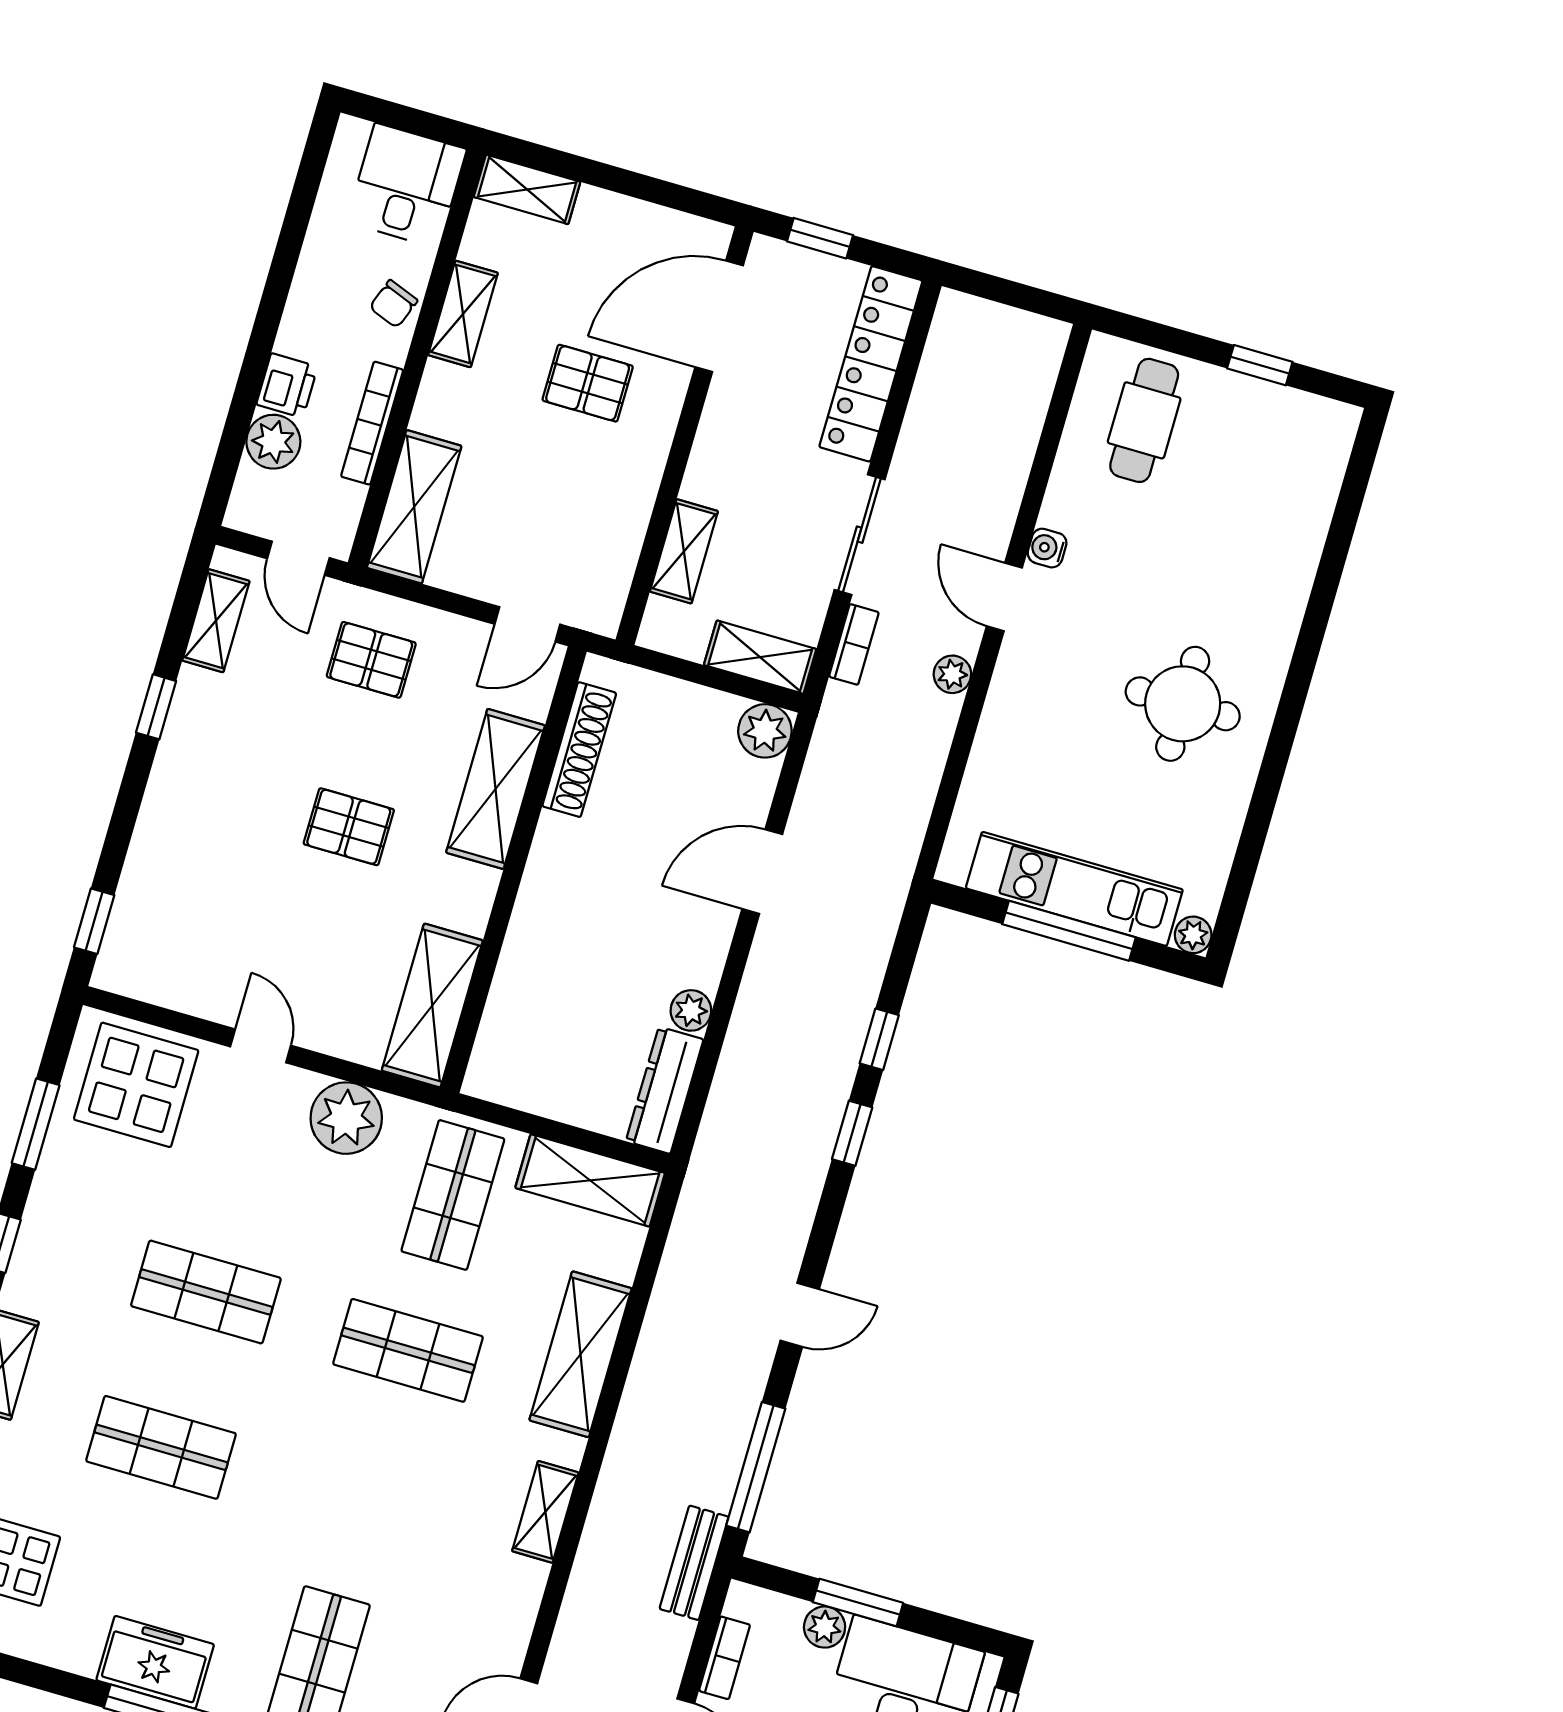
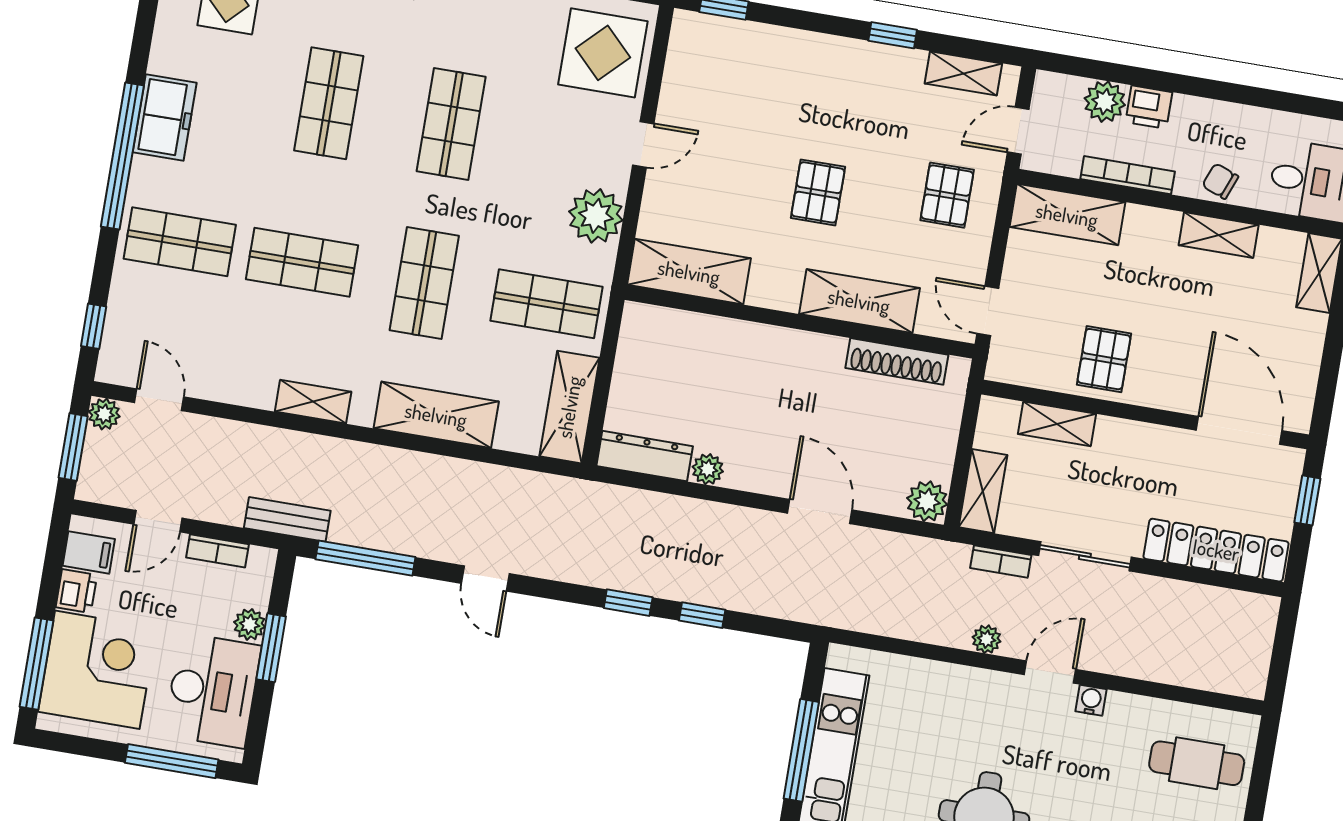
pallet: (588, 383) -> (1104, 359), moved
shop shelf: (363, 1506) -> (302, 262), added

